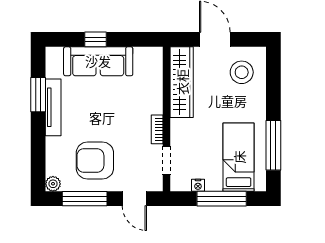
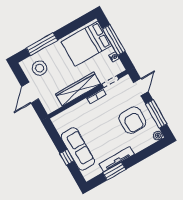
wardrobe: (182, 82) -> (78, 89), moved
window: (273, 145) -> (42, 44), moved
bed: (239, 157) -> (86, 44), width x1.50

